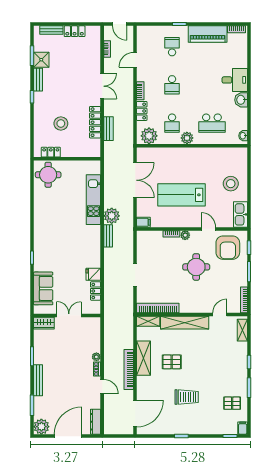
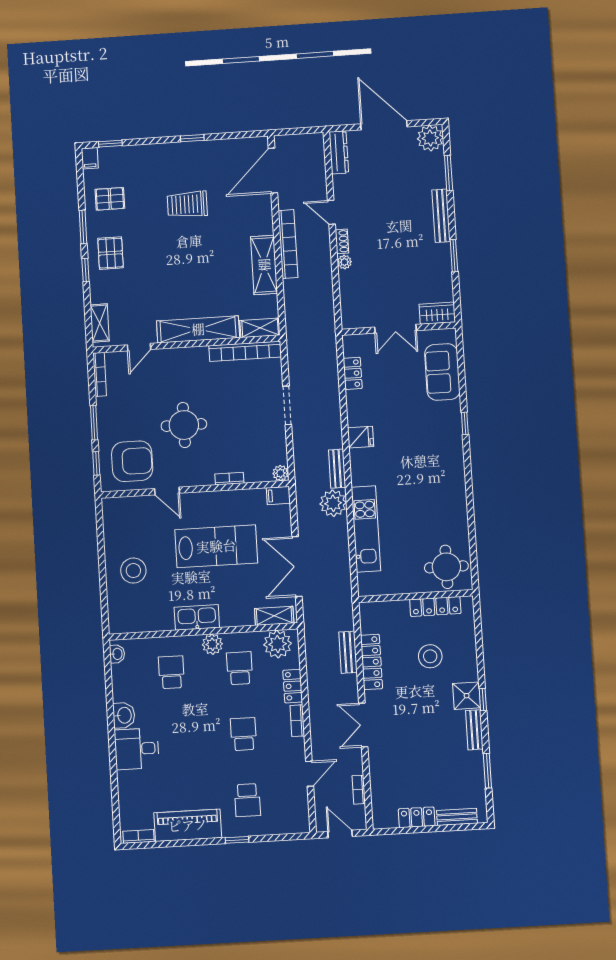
shower: (41, 60) -> (467, 696), moved
school desk: (212, 123) -> (171, 672), width x0.54
locker: (51, 152) -> (435, 606), width x1.53
shelving: (150, 152) -> (274, 616), added
kitchen sink: (241, 214) -> (197, 617), moved, turned -90
plant: (185, 235) -> (280, 473), moved
armchair: (228, 248) -> (132, 461), turned 90
fridge: (93, 274) -> (361, 437), moved
pallet: (172, 362) -> (111, 253), moved, turned 90
door: (68, 436) -> (384, 125), swing flipped

